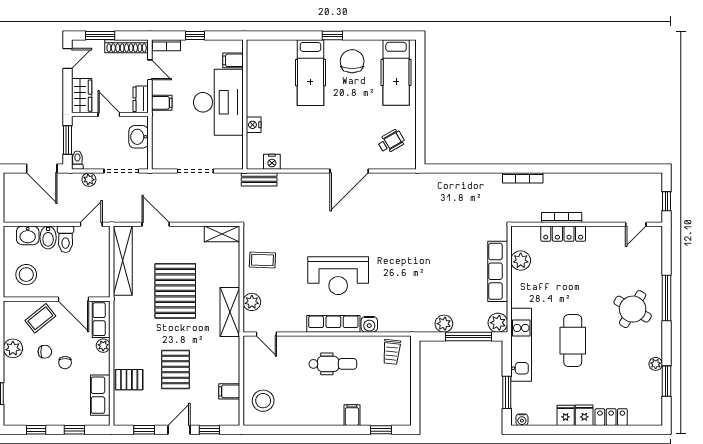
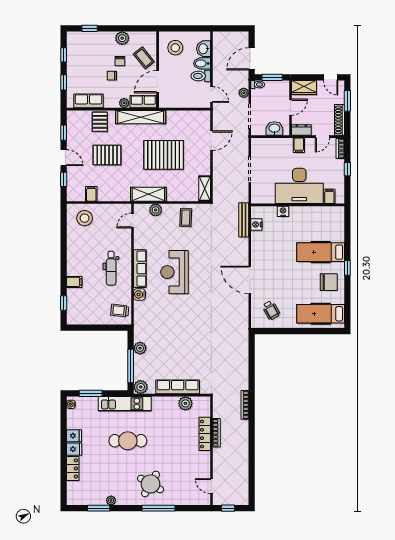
bench: (259, 179) -> (244, 220), width x1.36
shelving: (123, 261) -> (141, 117), moved

